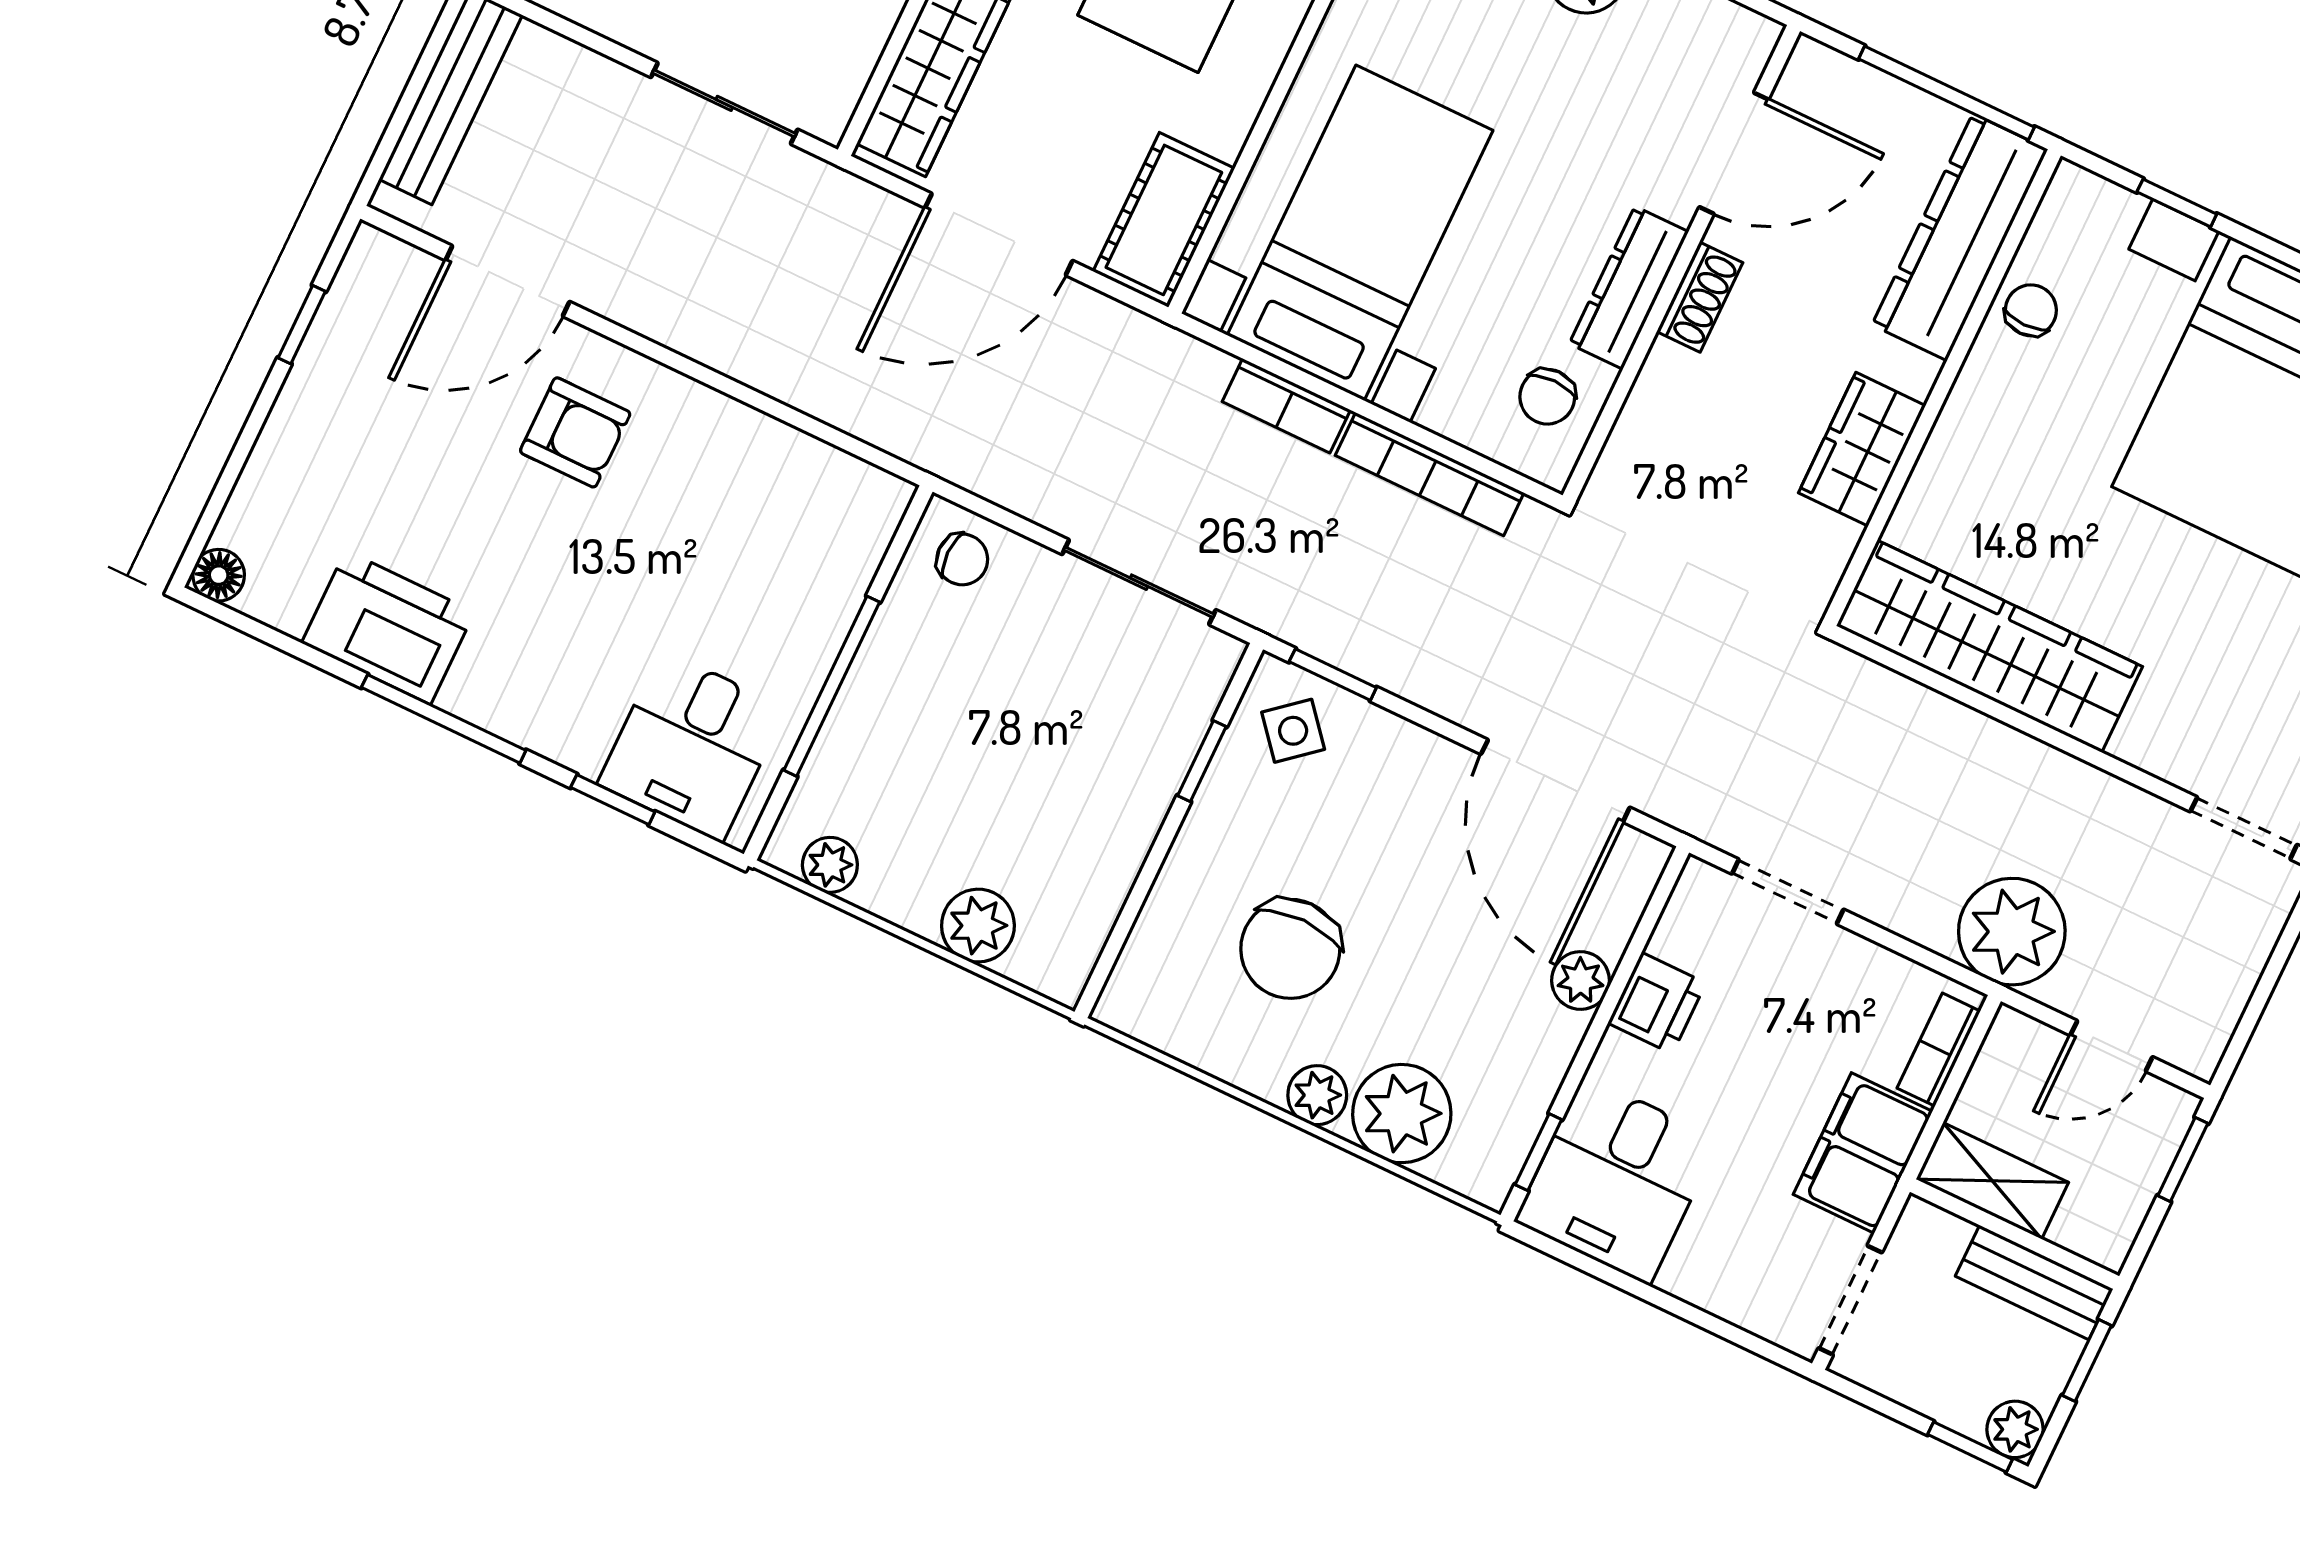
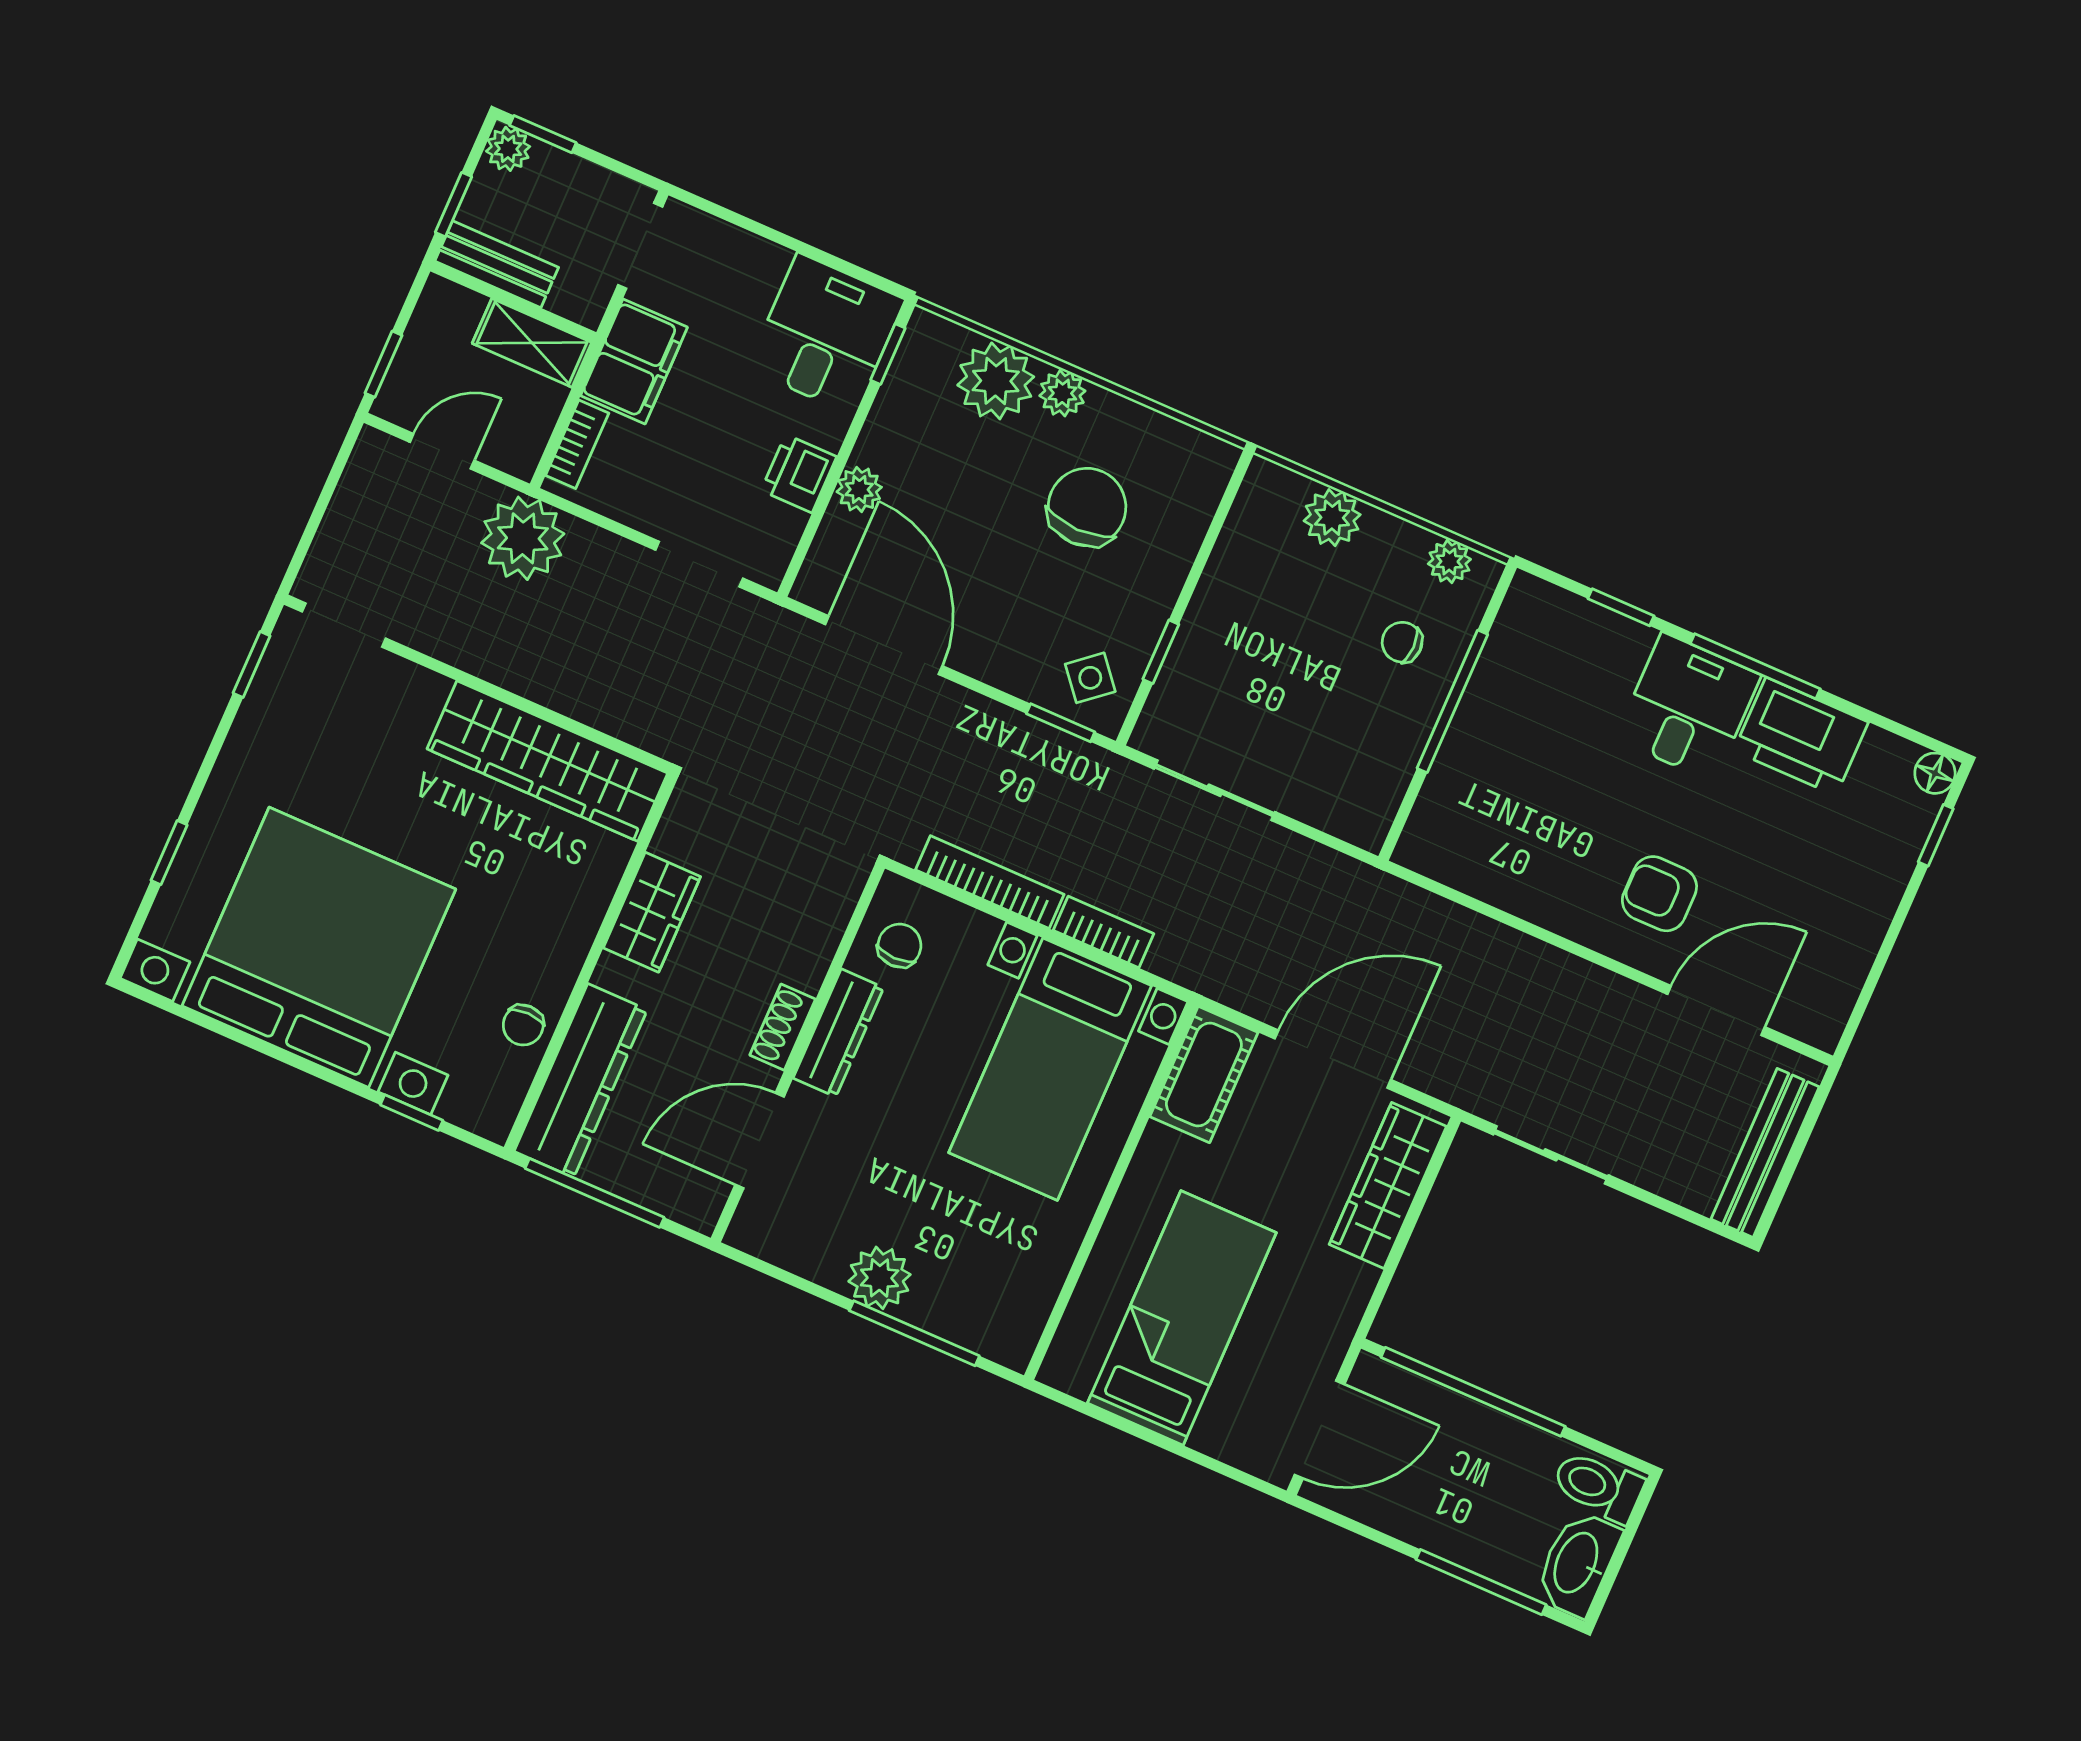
window: (302, 325) -> (1936, 835), moved
chair: (962, 559) -> (1402, 642), moved
desk: (692, 746) -> (1688, 707), moved

